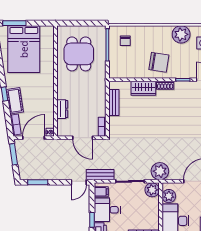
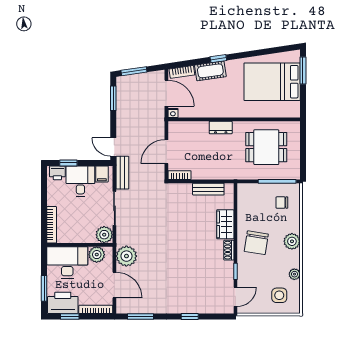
plant: (158, 32) -> (292, 241), added
plant: (181, 34) -> (294, 274), width x0.53, depth x0.53
dresser: (62, 109) -> (221, 127), moved
window: (13, 154) -> (134, 71), moved
plant: (160, 171) -> (126, 256), moved

